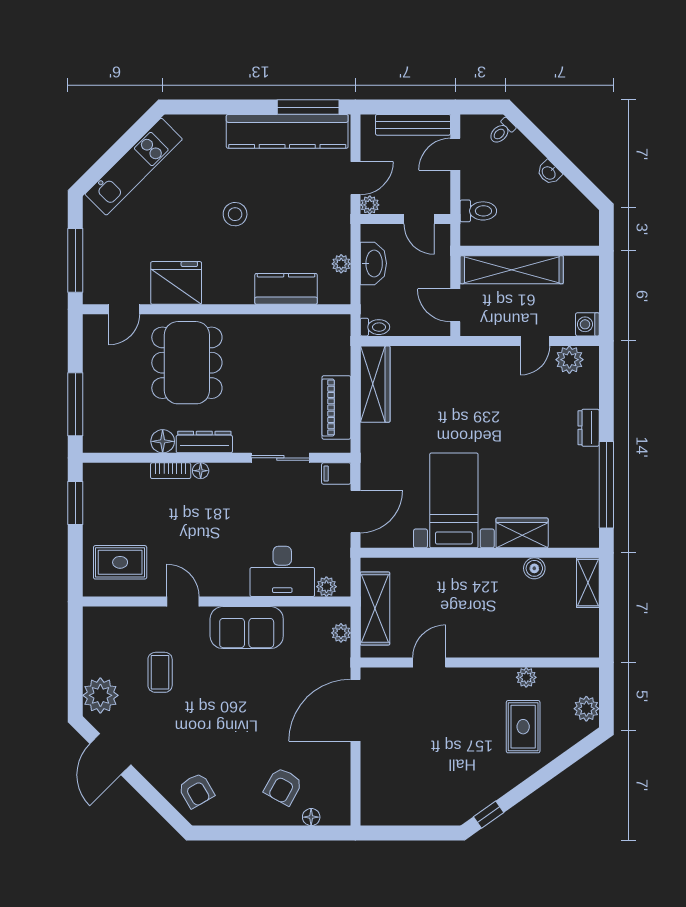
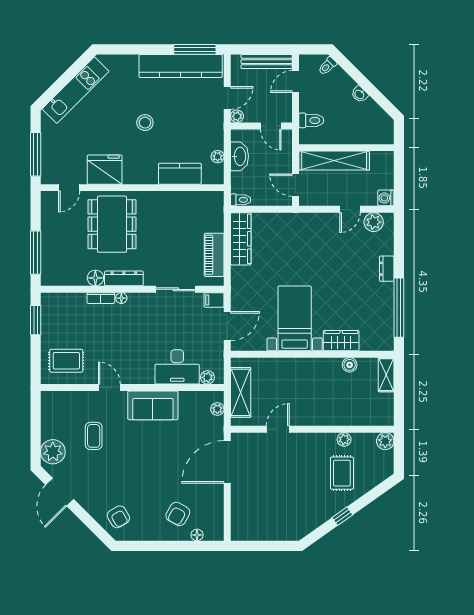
plant: (586, 709) -> (385, 441), moved
window: (489, 815) -> (342, 516), moved

